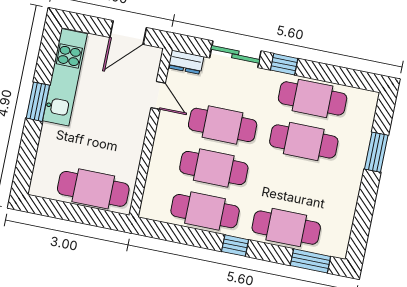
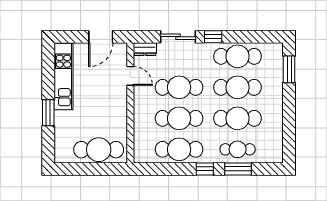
window: (38, 102) -> (48, 113), moved
window: (376, 152) -> (289, 69), moved
cafe table: (295, 185) -> (238, 118), added
cafe table: (286, 228) -> (238, 149), width x0.73, depth x0.74
window: (310, 261) -> (238, 169), moved

